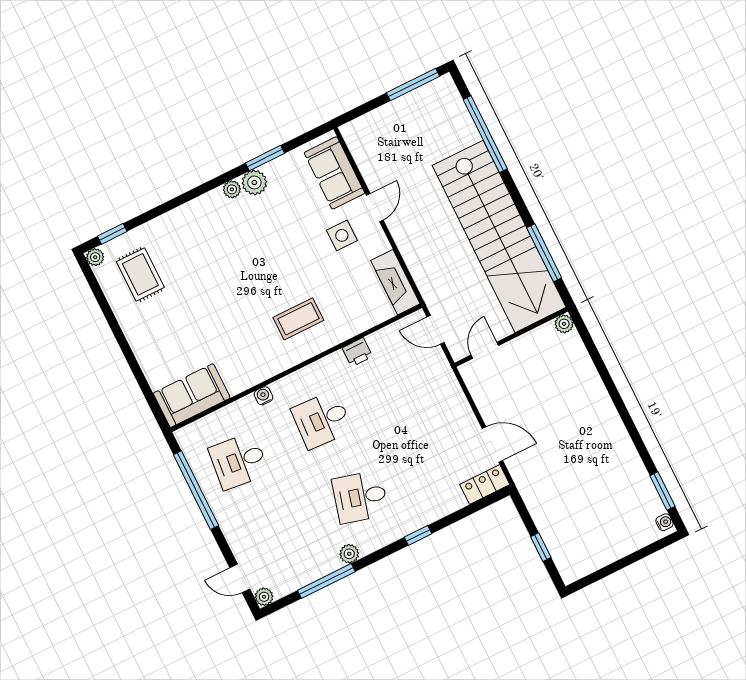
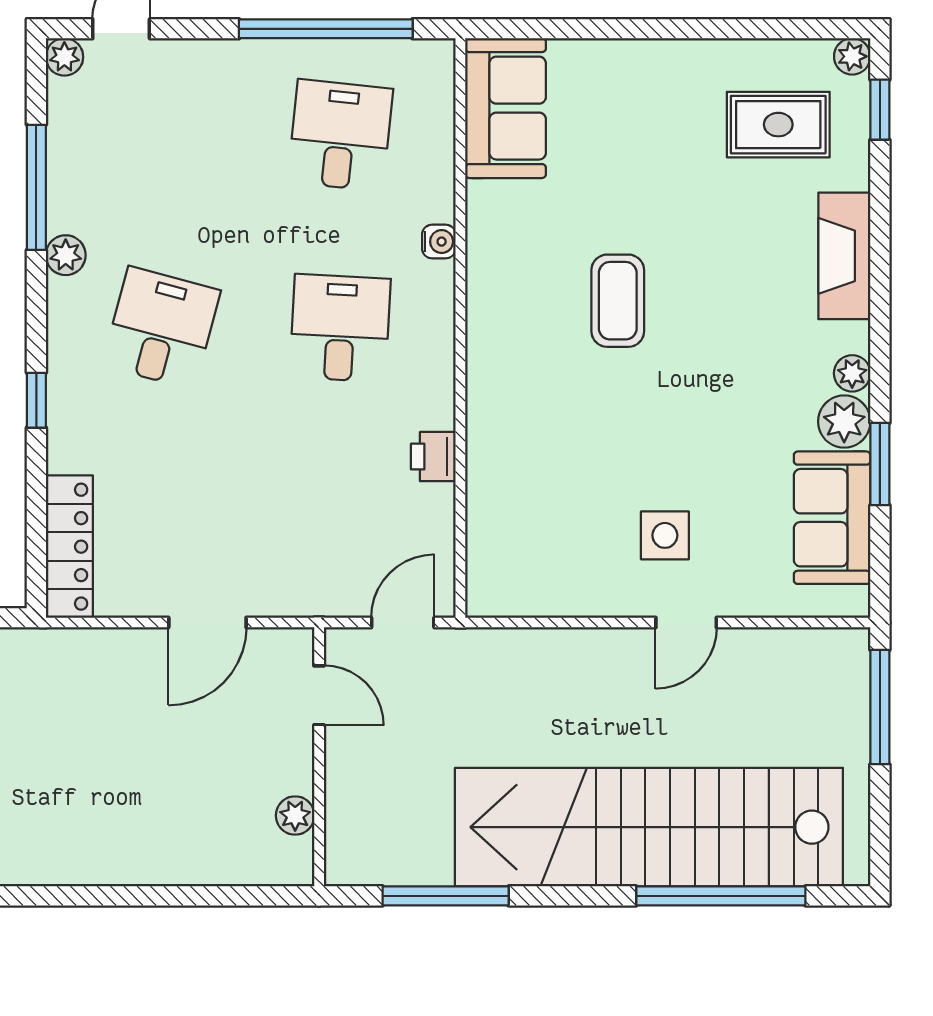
window: (413, 85) -> (880, 707), moved
sofa: (334, 173) -> (832, 518), moved, turned -90
door: (375, 208) -> (686, 623), hinge flipped
stairs: (499, 236) -> (649, 827), moved
fireplace: (395, 282) -> (844, 256), moved, turned -90
coffee table: (298, 319) -> (618, 301), moved
plant: (564, 324) -> (295, 816), moved
door: (492, 444) -> (207, 623), moved
locker: (485, 485) -> (69, 547), width x1.53

